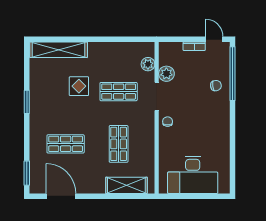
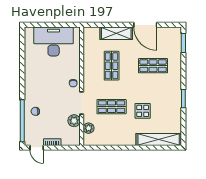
shelving: (126, 185) -> (116, 33), moved
door: (61, 196) -> (145, 25), moved

